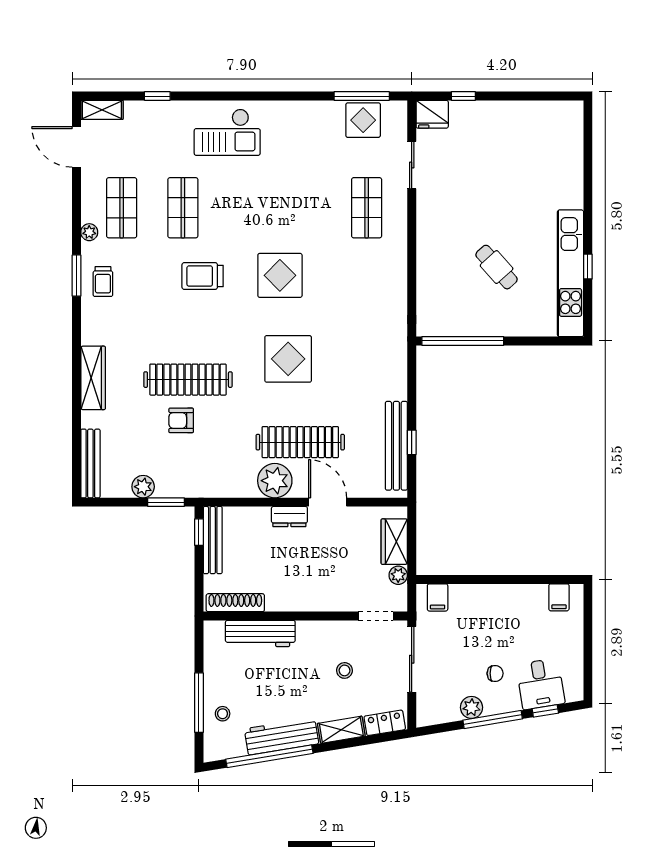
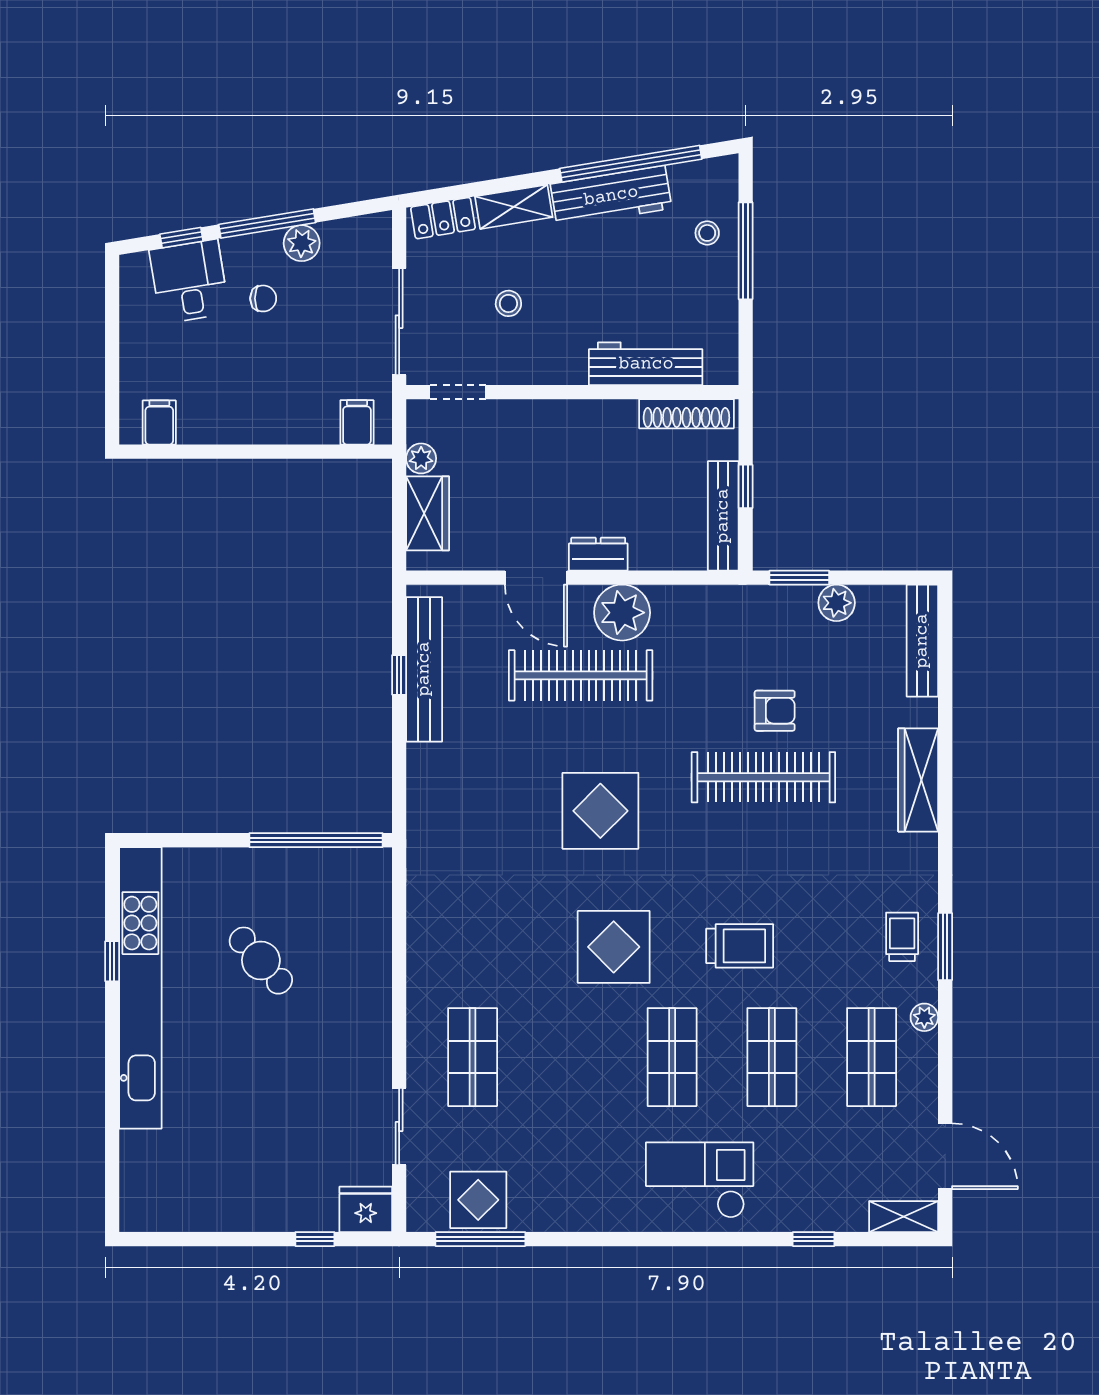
shop shelf: (244, 208) -> (672, 1057), added
kitchen unit: (571, 273) -> (140, 988), width x1.36
window: (199, 532) -> (746, 486), moved
chair: (495, 673) -> (263, 298), turned 180

